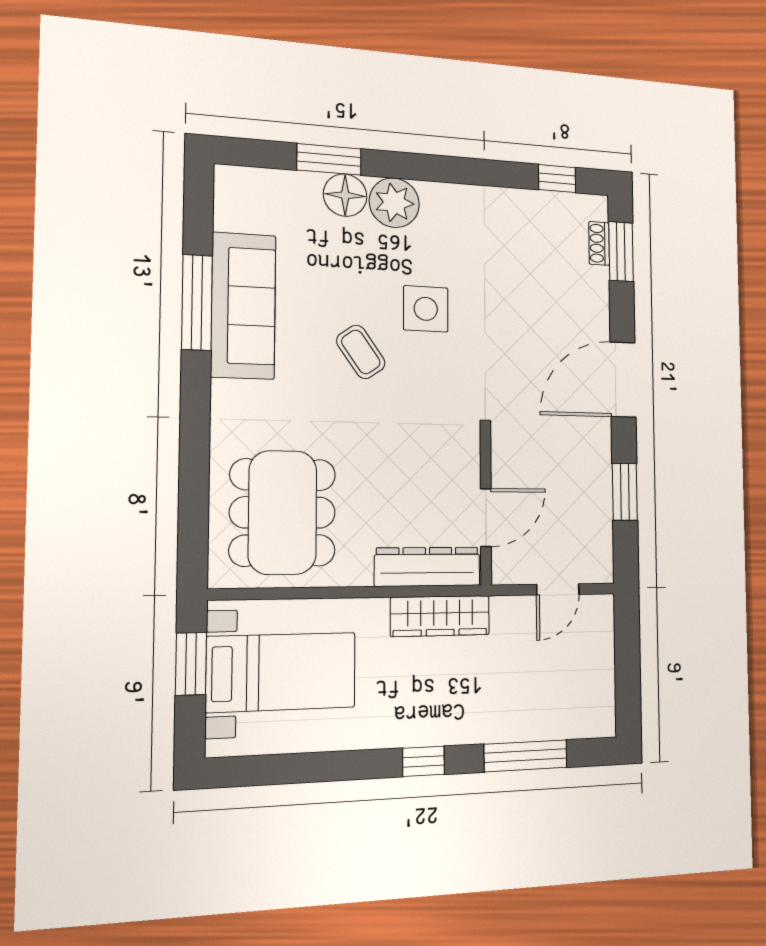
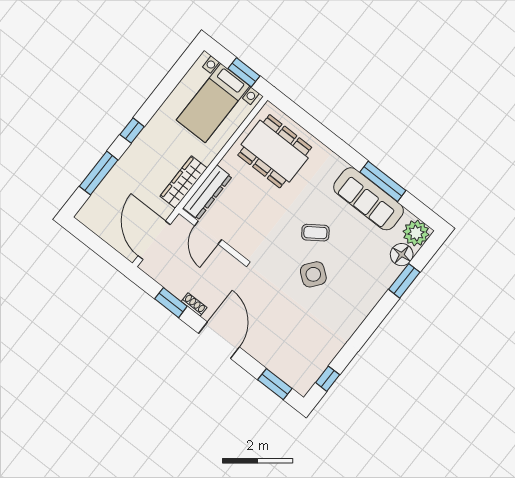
floor lamp: (345, 195) -> (402, 255), moved
plant: (394, 203) -> (416, 233), moved
shoe rack: (599, 243) -> (194, 304), moved
side table: (426, 309) -> (313, 274), turned 38
door: (558, 589) -> (154, 240), width x1.87

